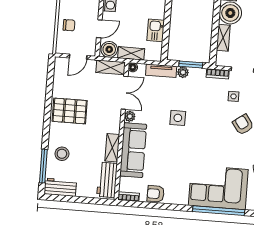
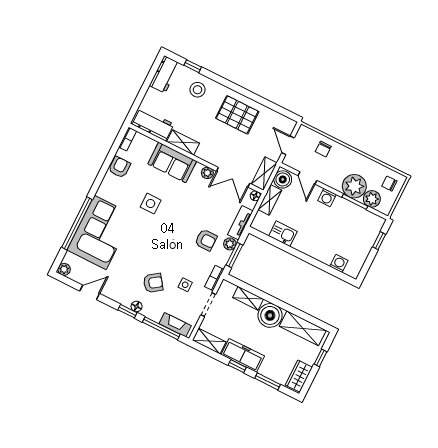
armchair: (188, 94) -> (206, 240), added
pallet: (70, 111) -> (237, 115), turned 90
side table: (178, 118) -> (151, 204), moved
sofa: (133, 150) -> (172, 162), width x0.73
window: (43, 166) -> (193, 66), width x0.46

